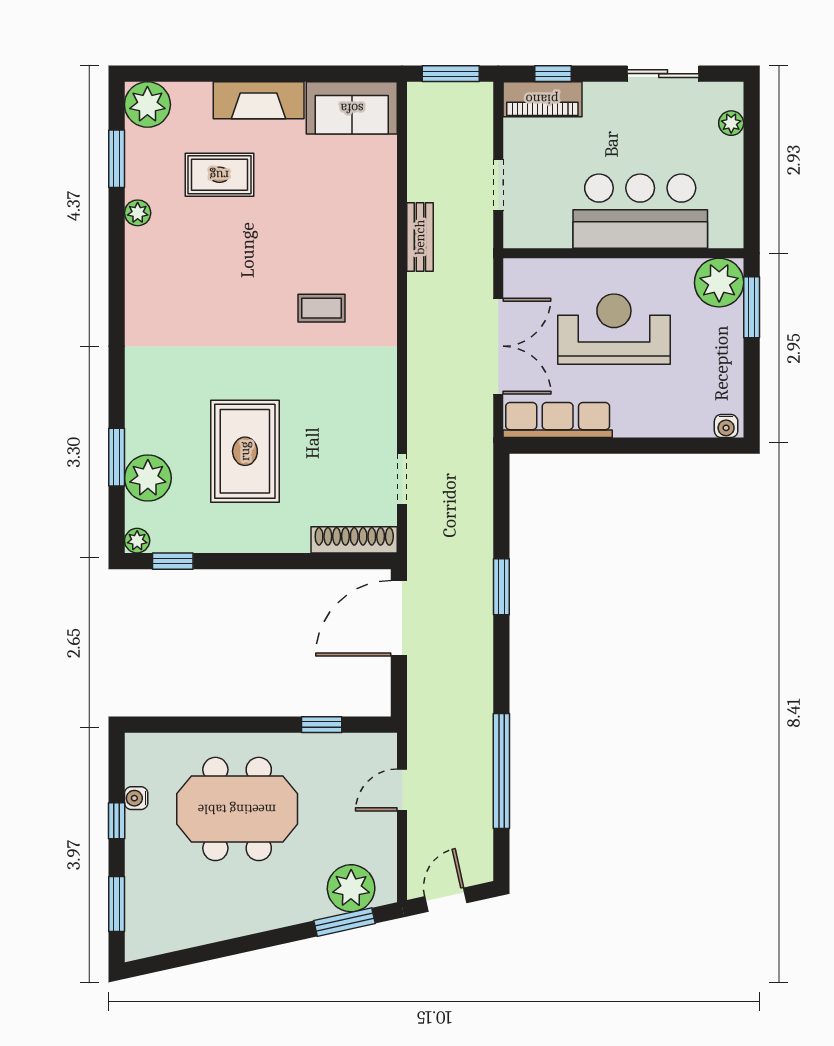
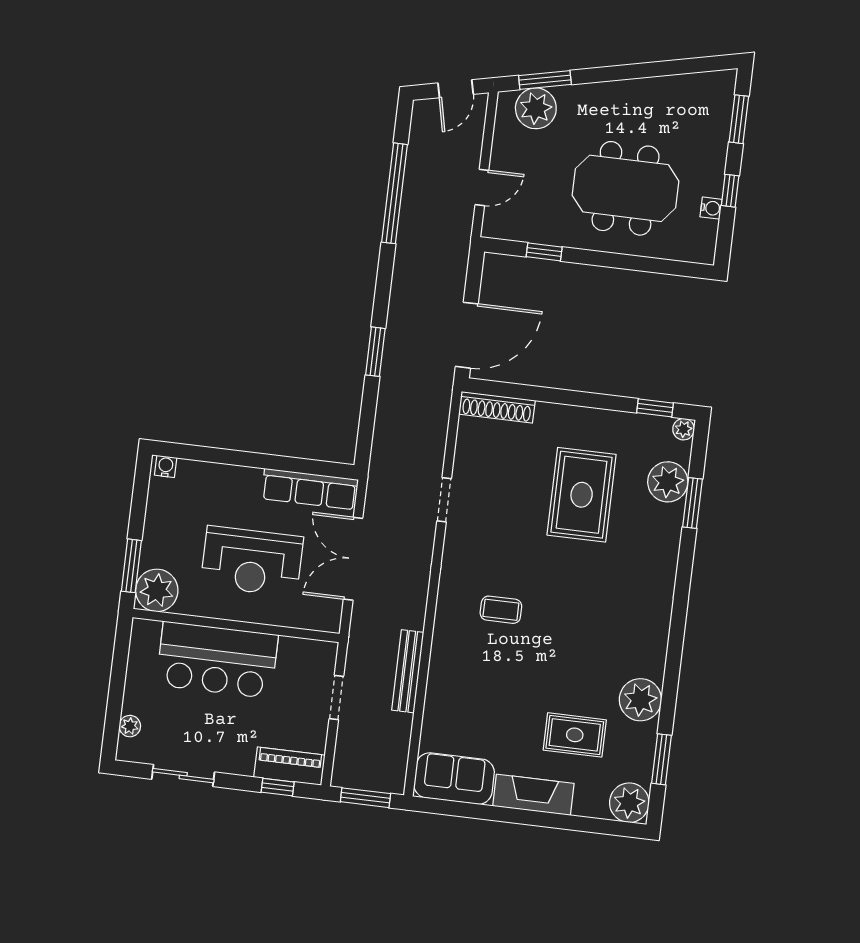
plant: (138, 213) -> (640, 700), width x1.87, depth x1.87
bench: (420, 237) -> (408, 671), width x1.36
doorway: (402, 479) -> (444, 500), moved

